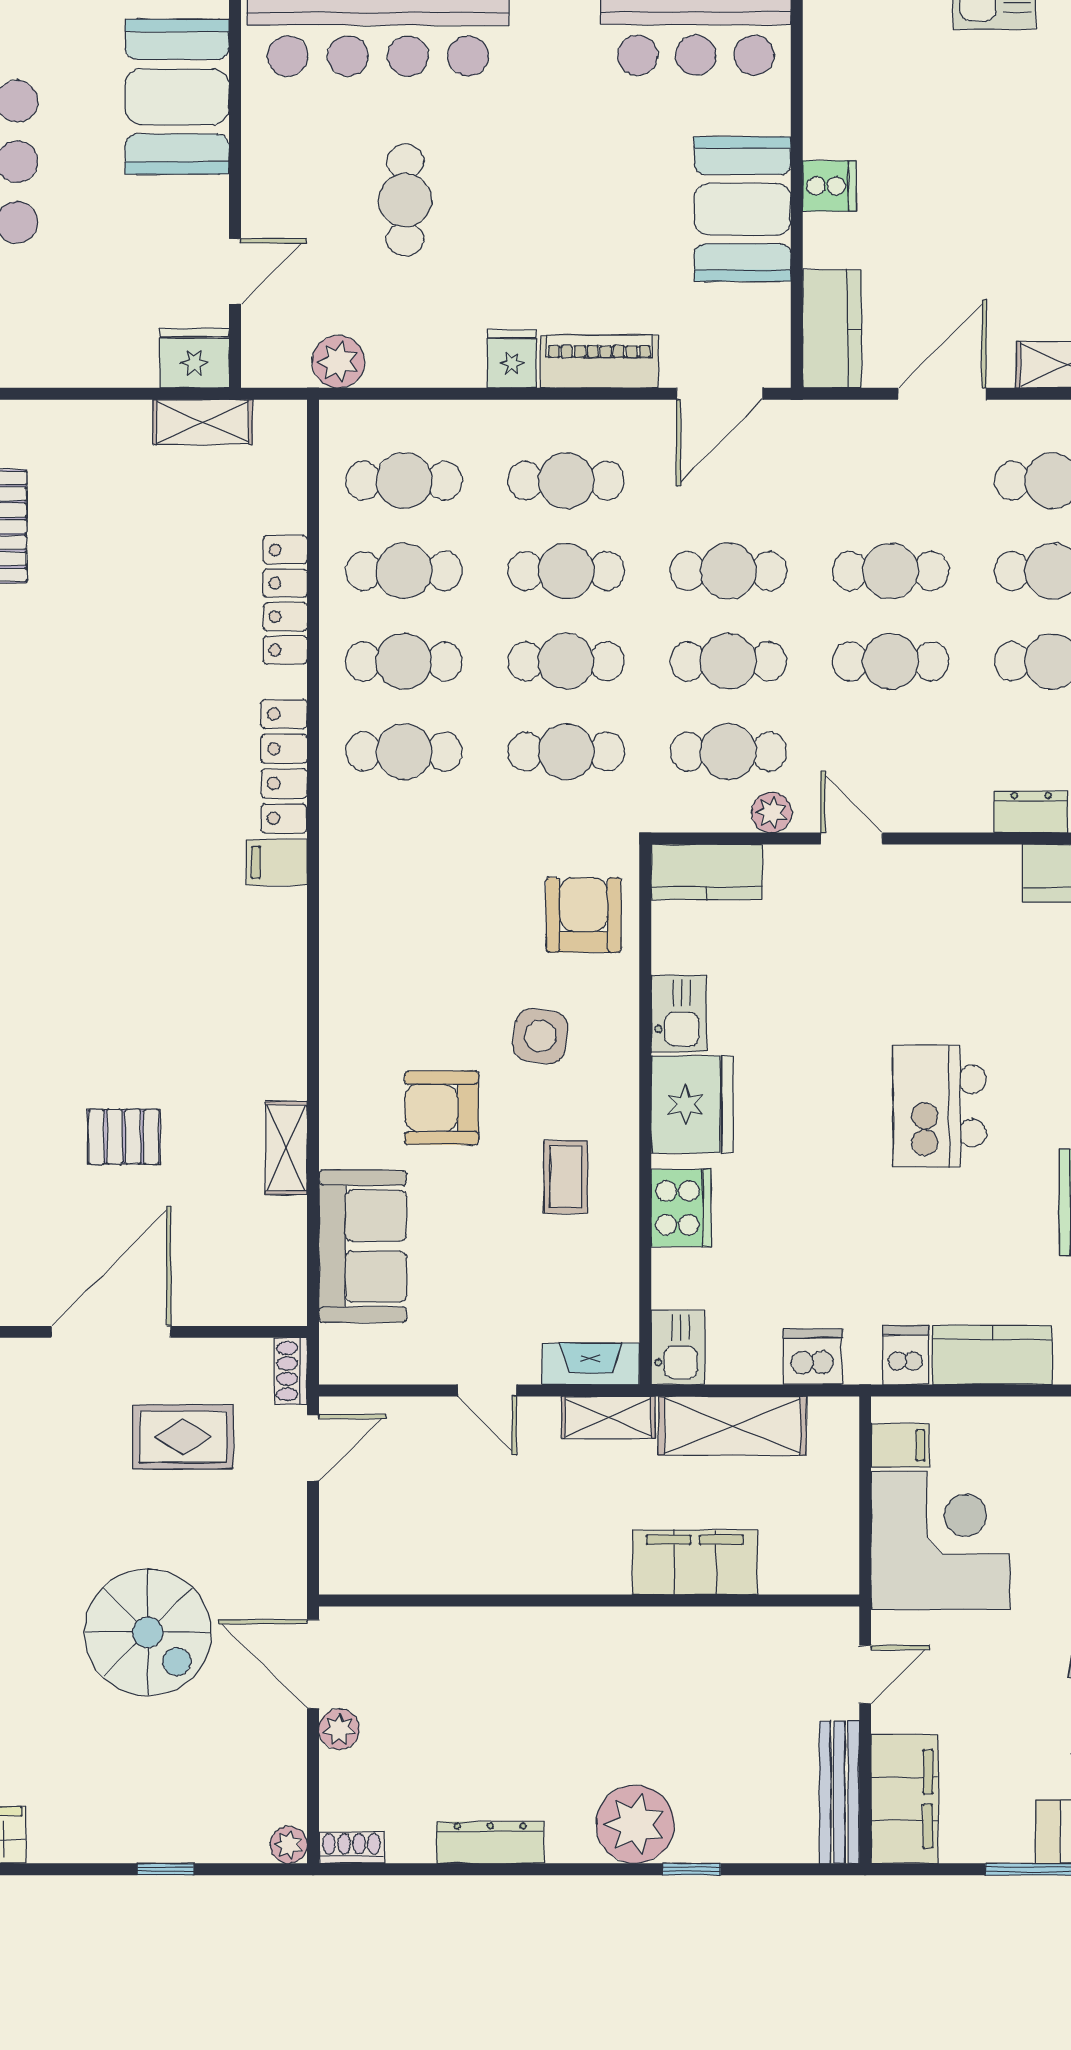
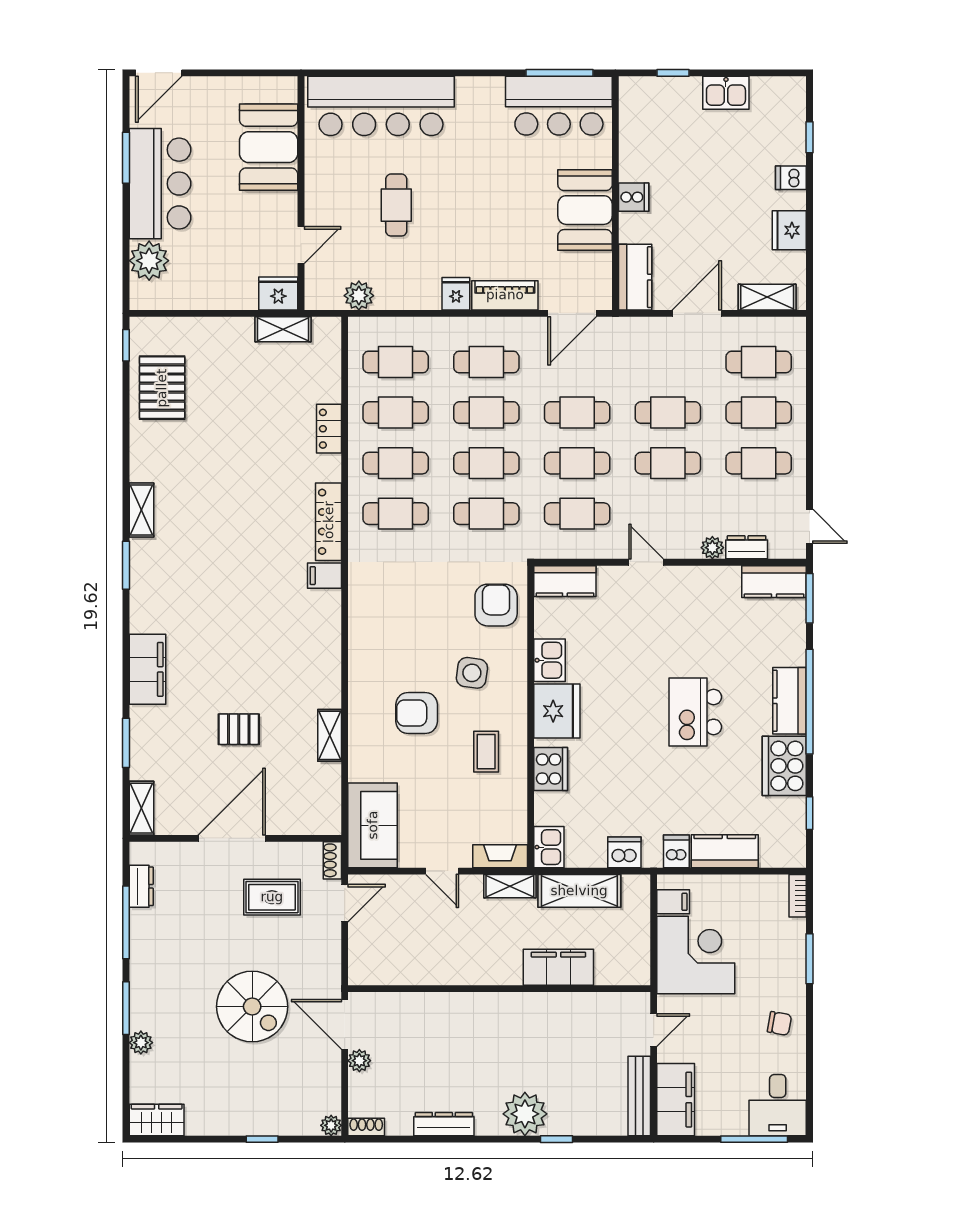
locker: (285, 600) -> (329, 429), width x0.66
plant: (772, 812) -> (712, 548), moved
sofa: (363, 1246) -> (373, 825), moved

